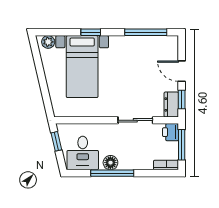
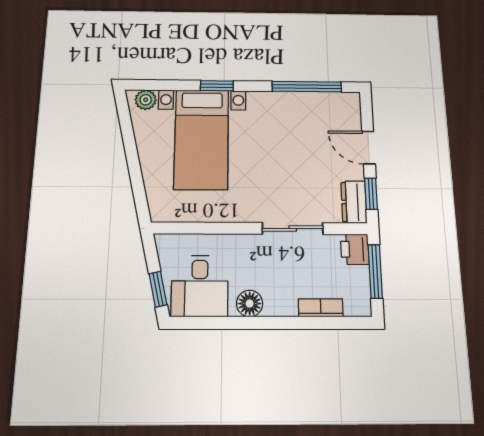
window: (56, 141) -> (158, 289), moved
bookcase: (166, 165) -> (321, 308), moved
window: (112, 173) -> (253, 323), removed

